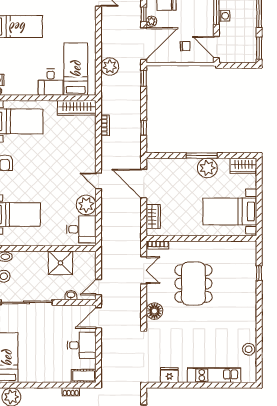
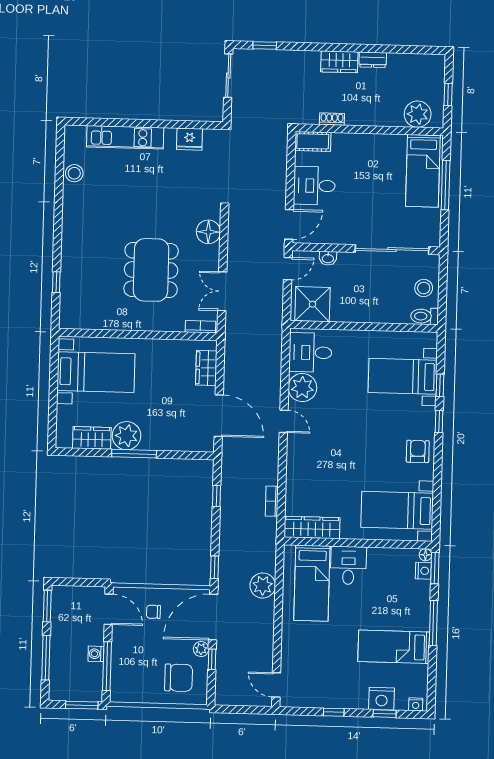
wardrobe: (243, 166) -> (92, 438), moved
shower: (60, 263) -> (312, 304), moved

